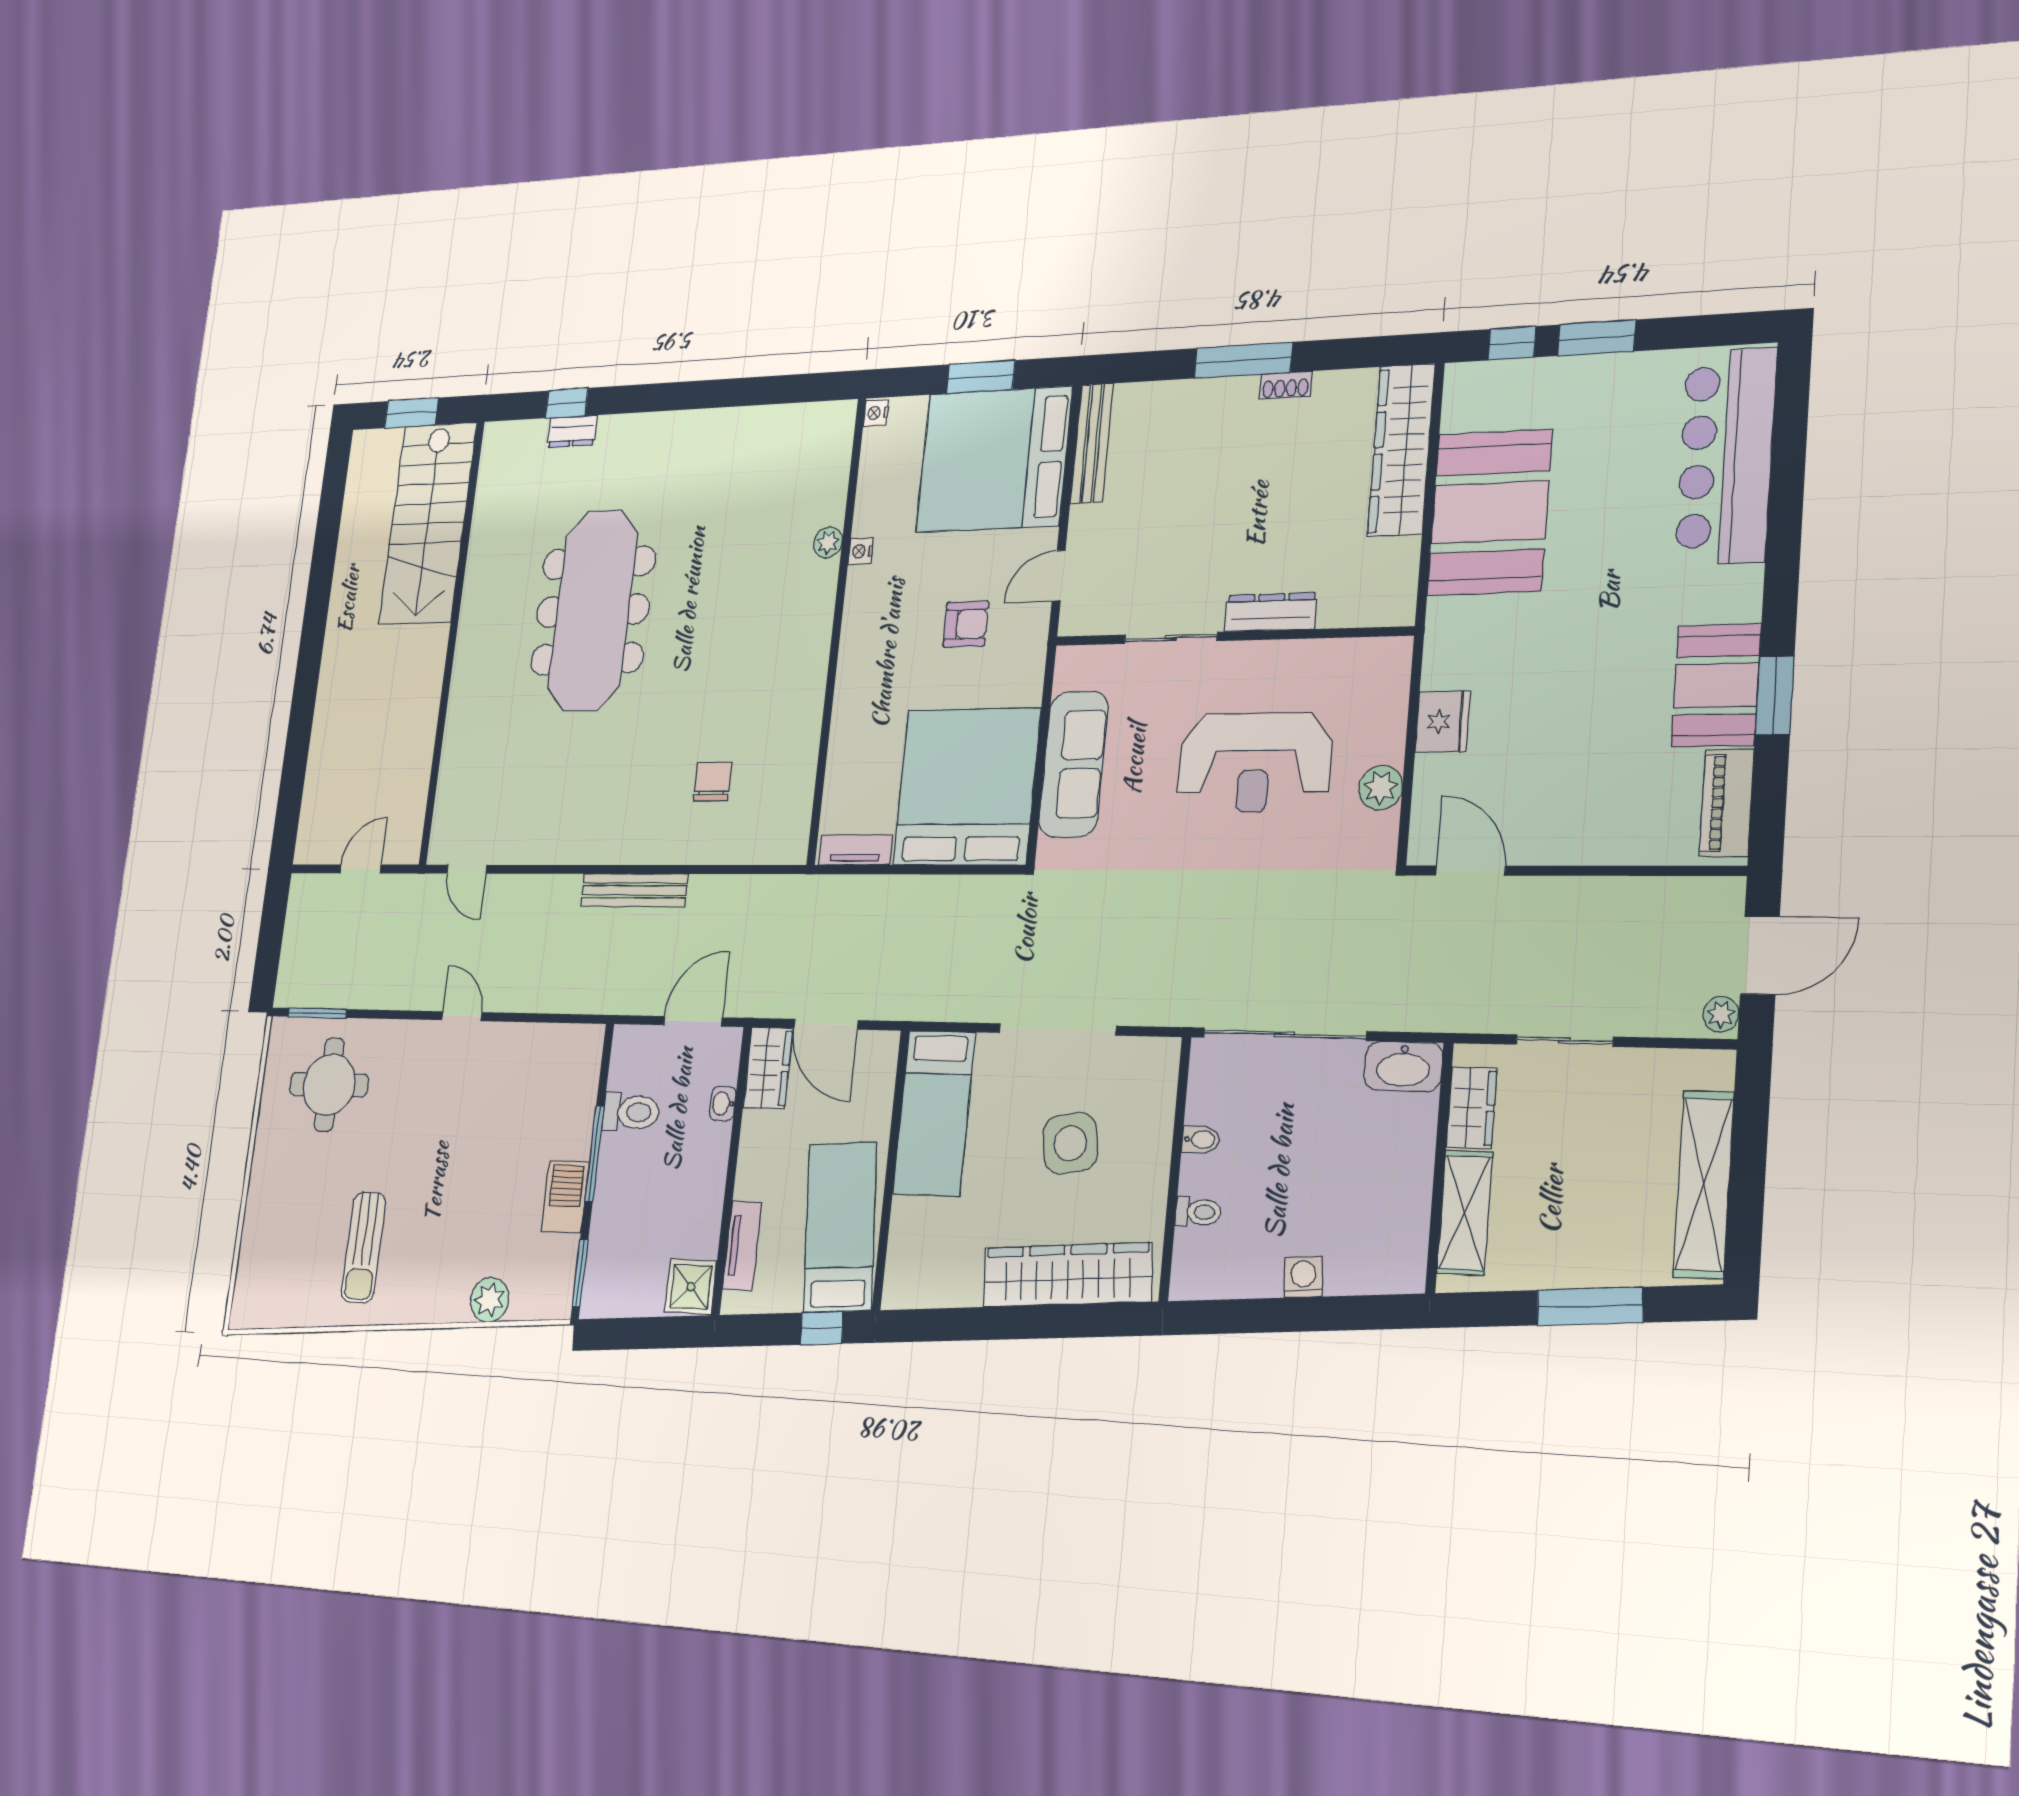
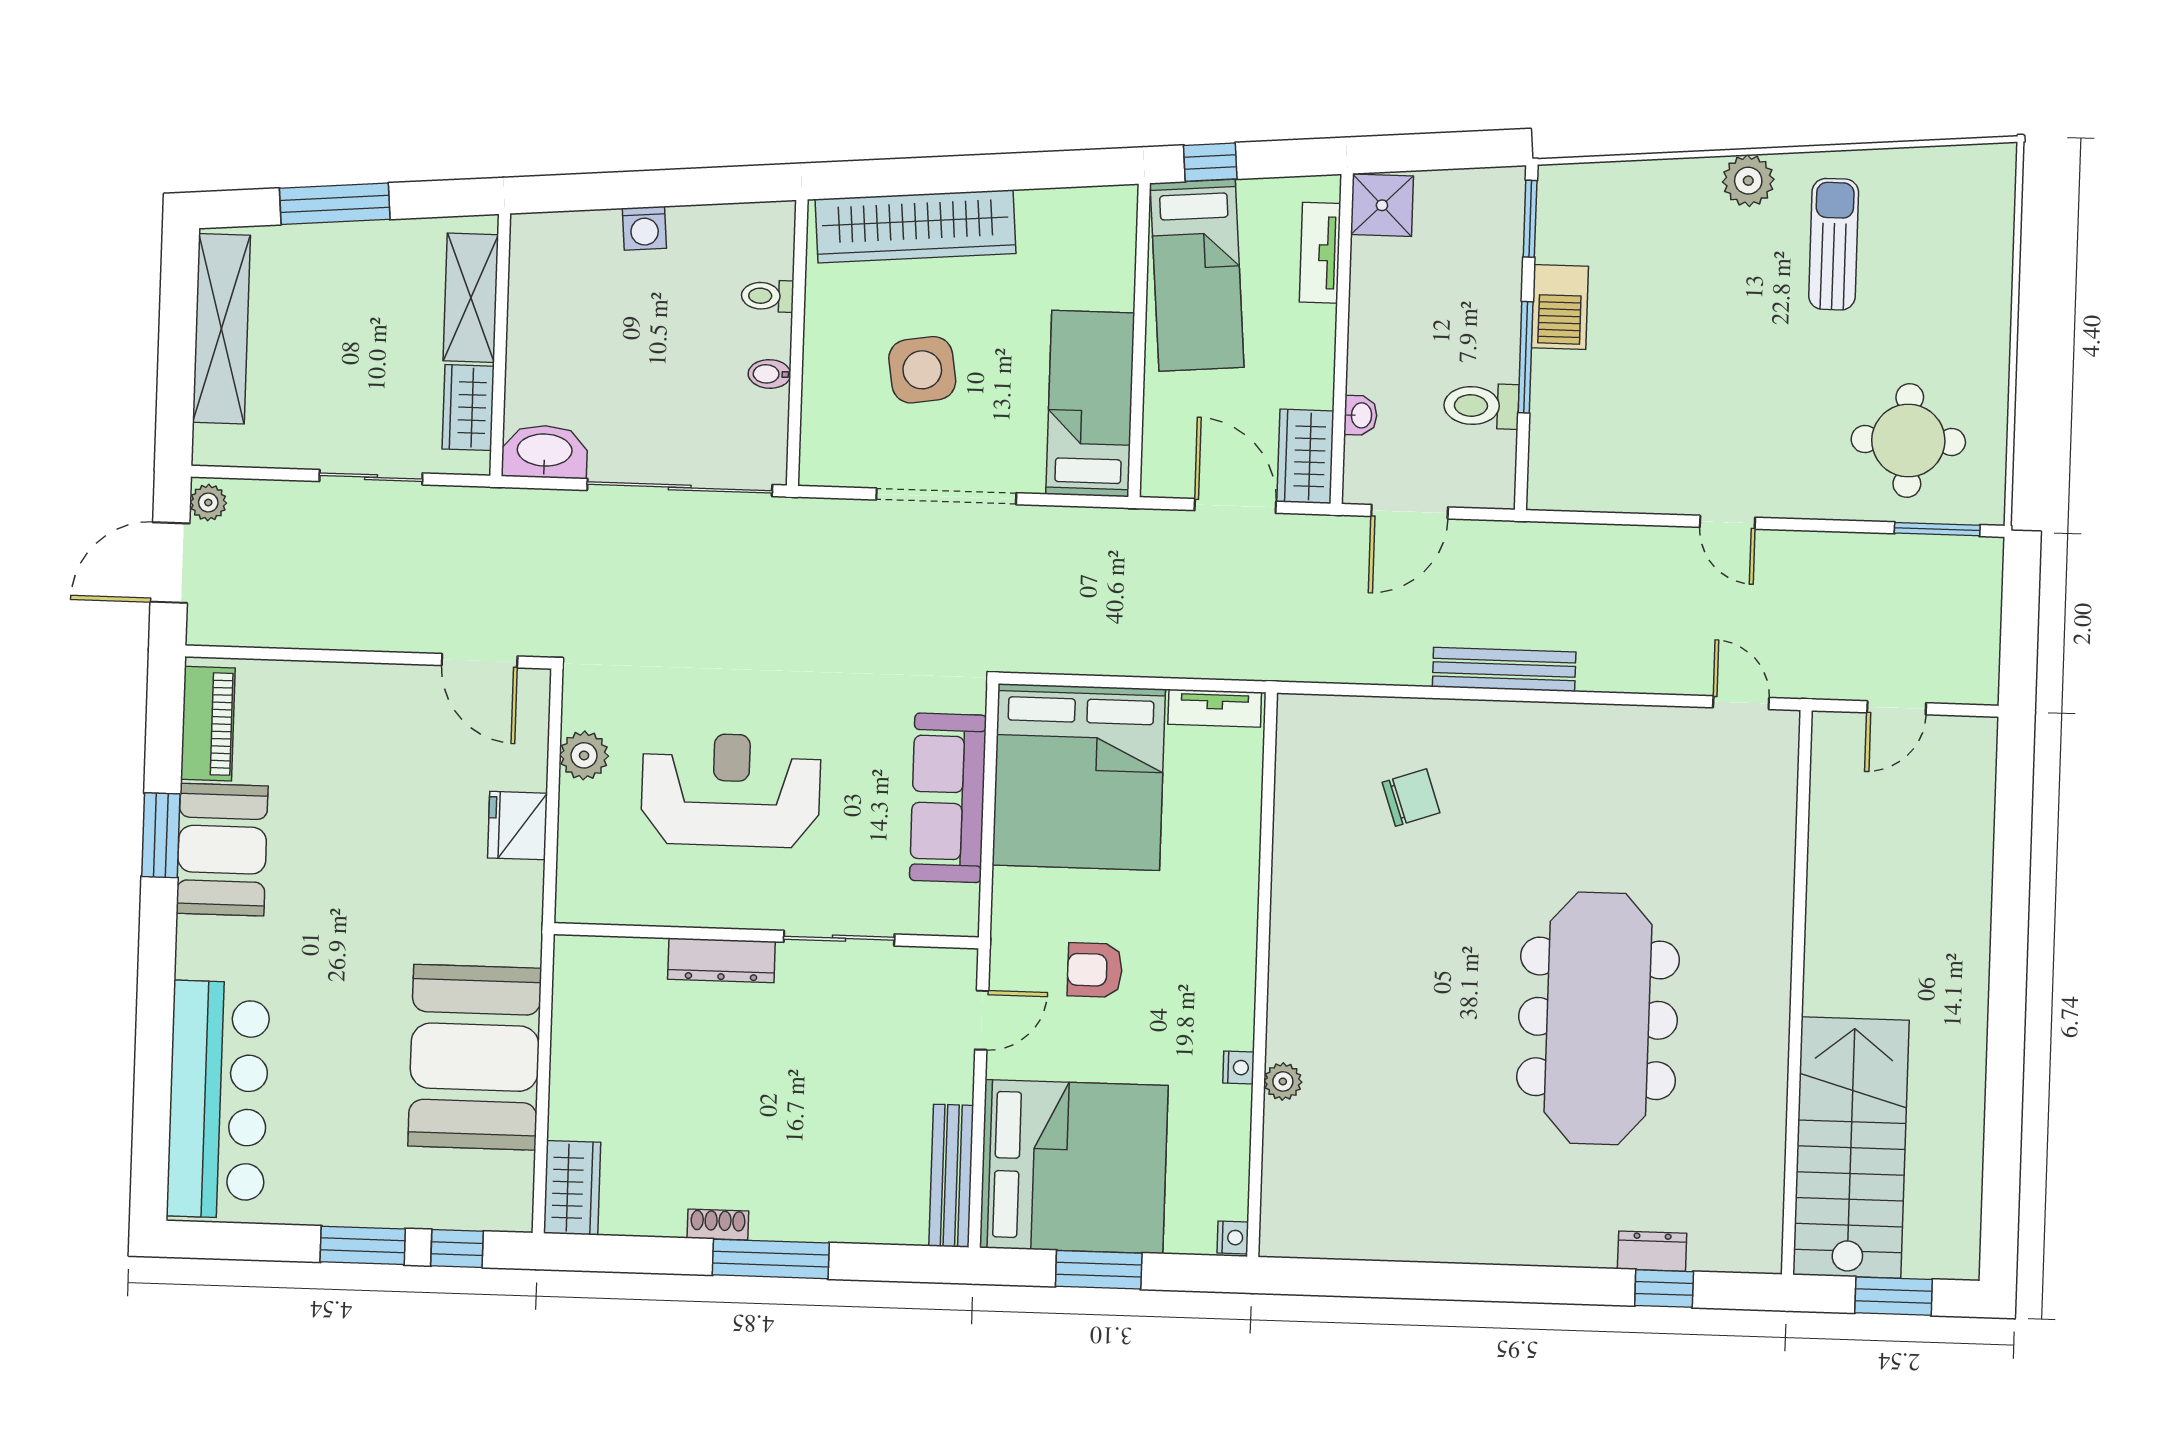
wardrobe: (1401, 450) -> (572, 1188), width x0.48, depth x0.85
chair: (712, 781) -> (1411, 798), turned -109
plant: (490, 1300) -> (1748, 181), moved

